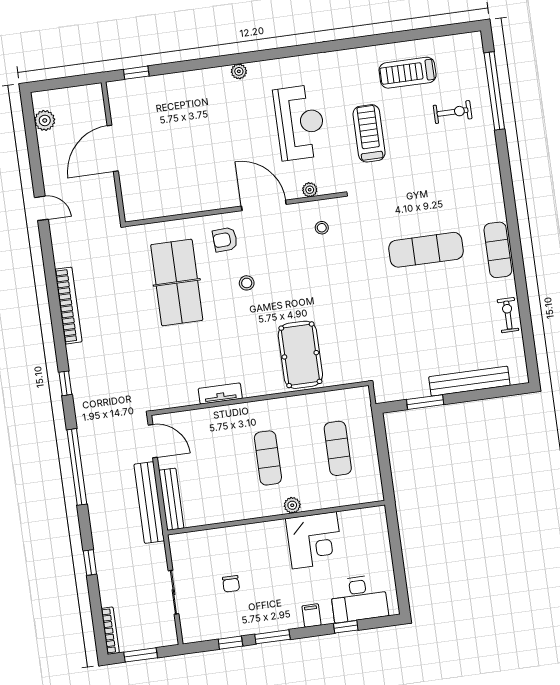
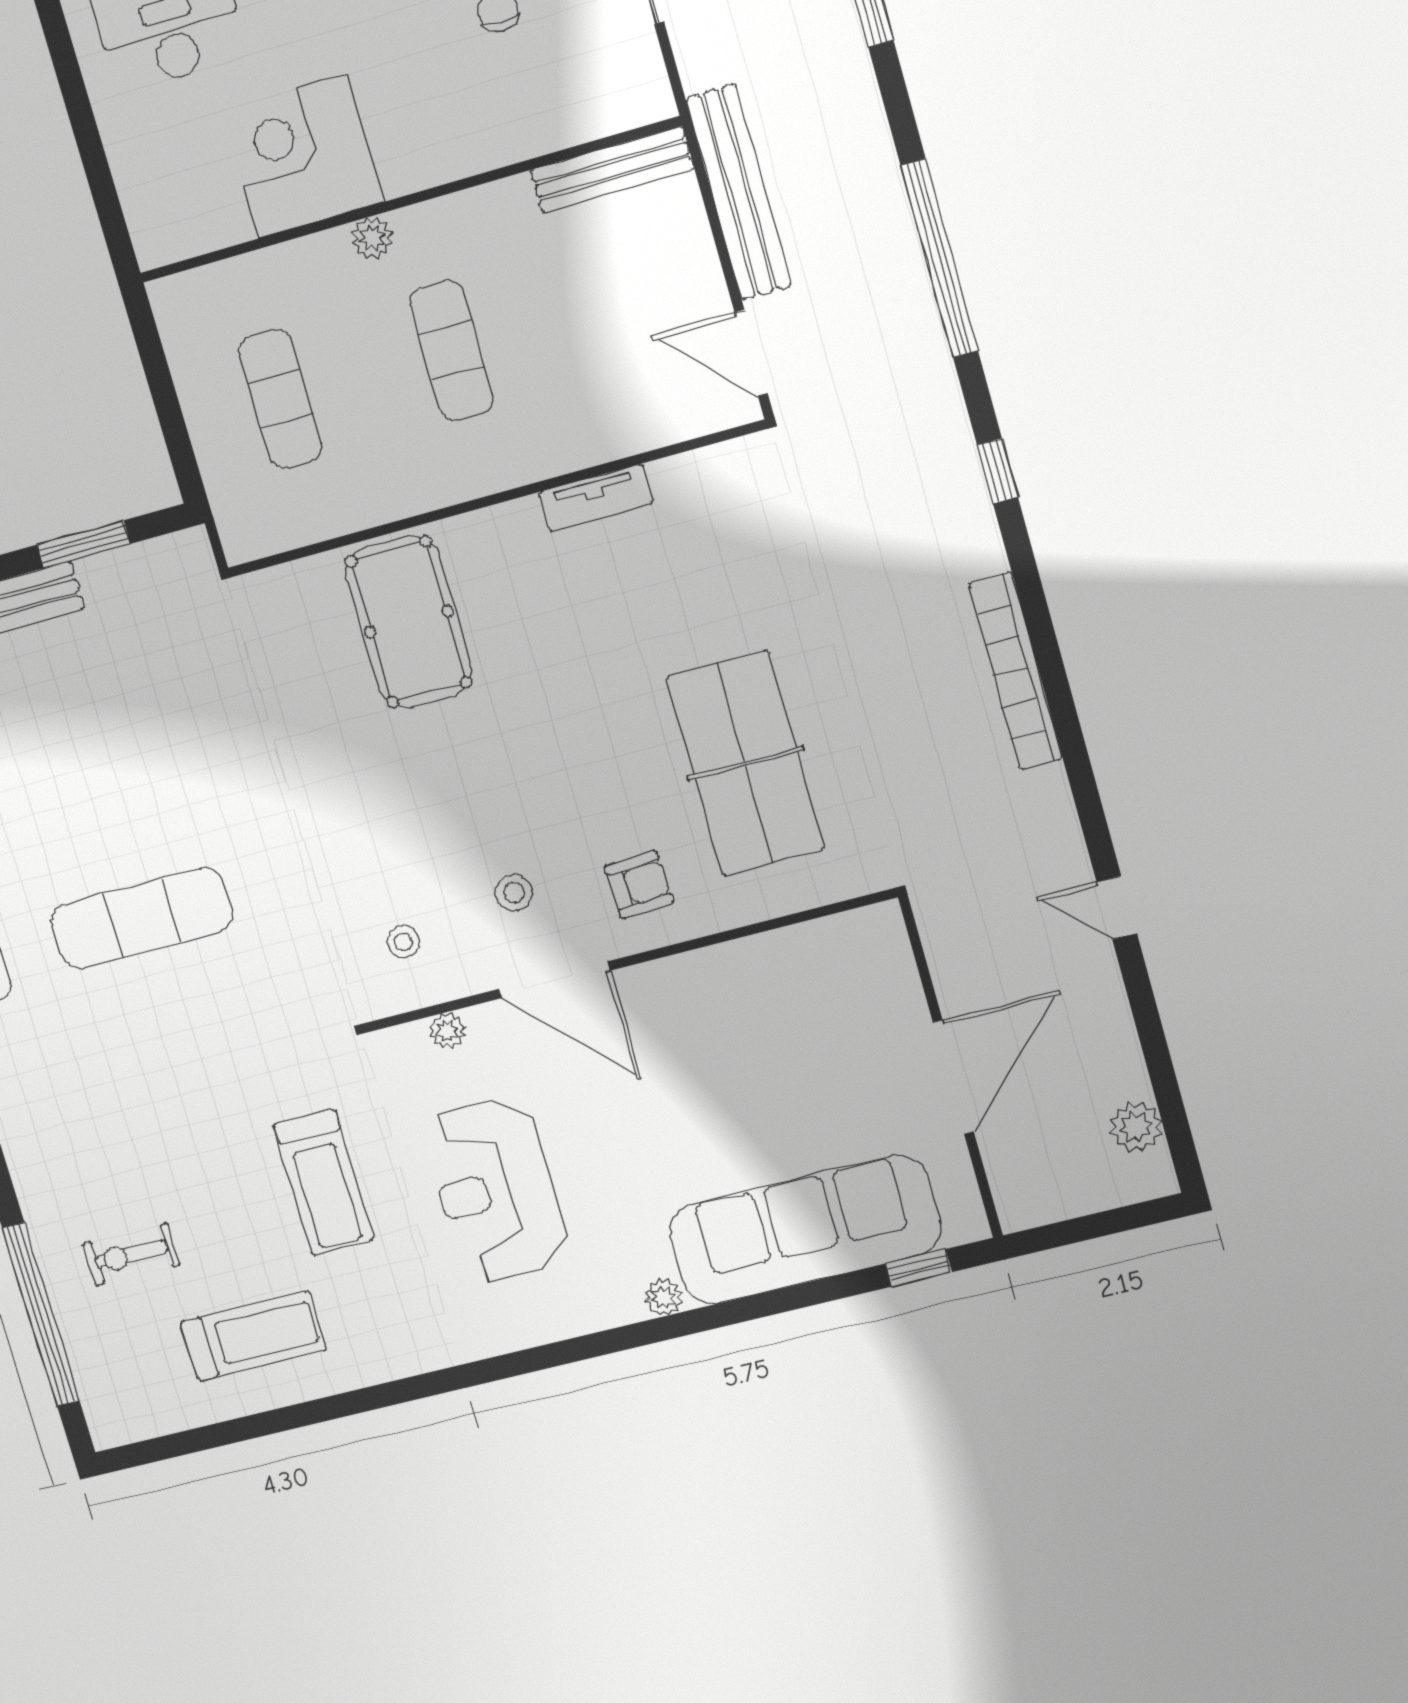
sofa: (179, 93) -> (805, 1230), added
stool: (247, 283) -> (514, 893), moved
bench: (171, 499) -> (612, 169), moved, turned 90

